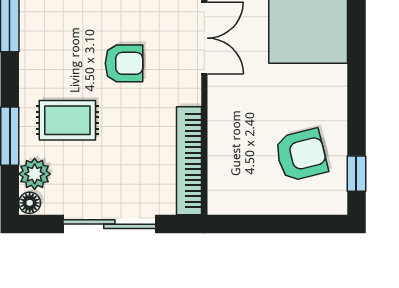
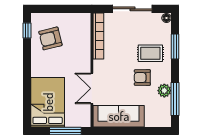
armchair: (124, 63) -> (142, 78), moved
plant: (35, 174) -> (164, 91), moved

